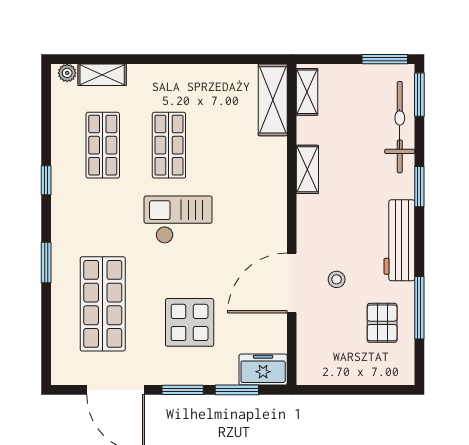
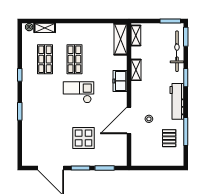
shop shelf: (103, 304) -> (45, 130), removed
freezer: (263, 370) -> (120, 81), moved, turned -90

